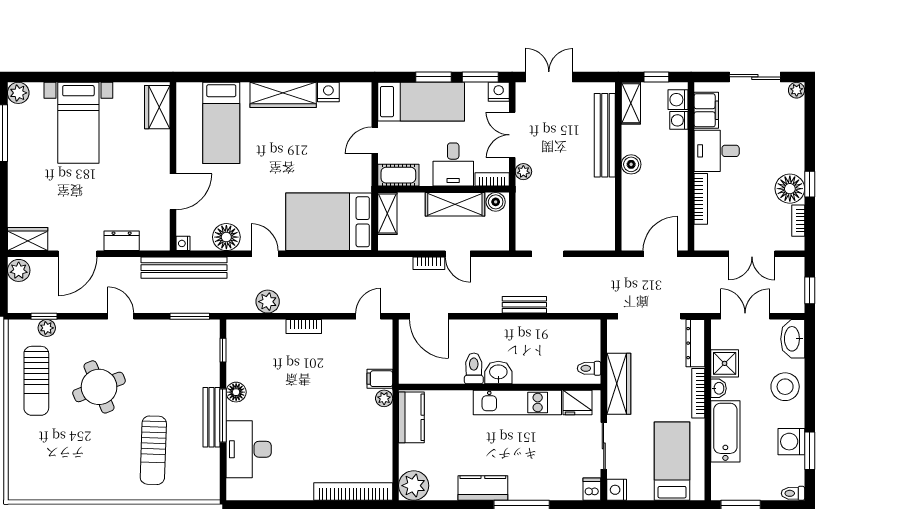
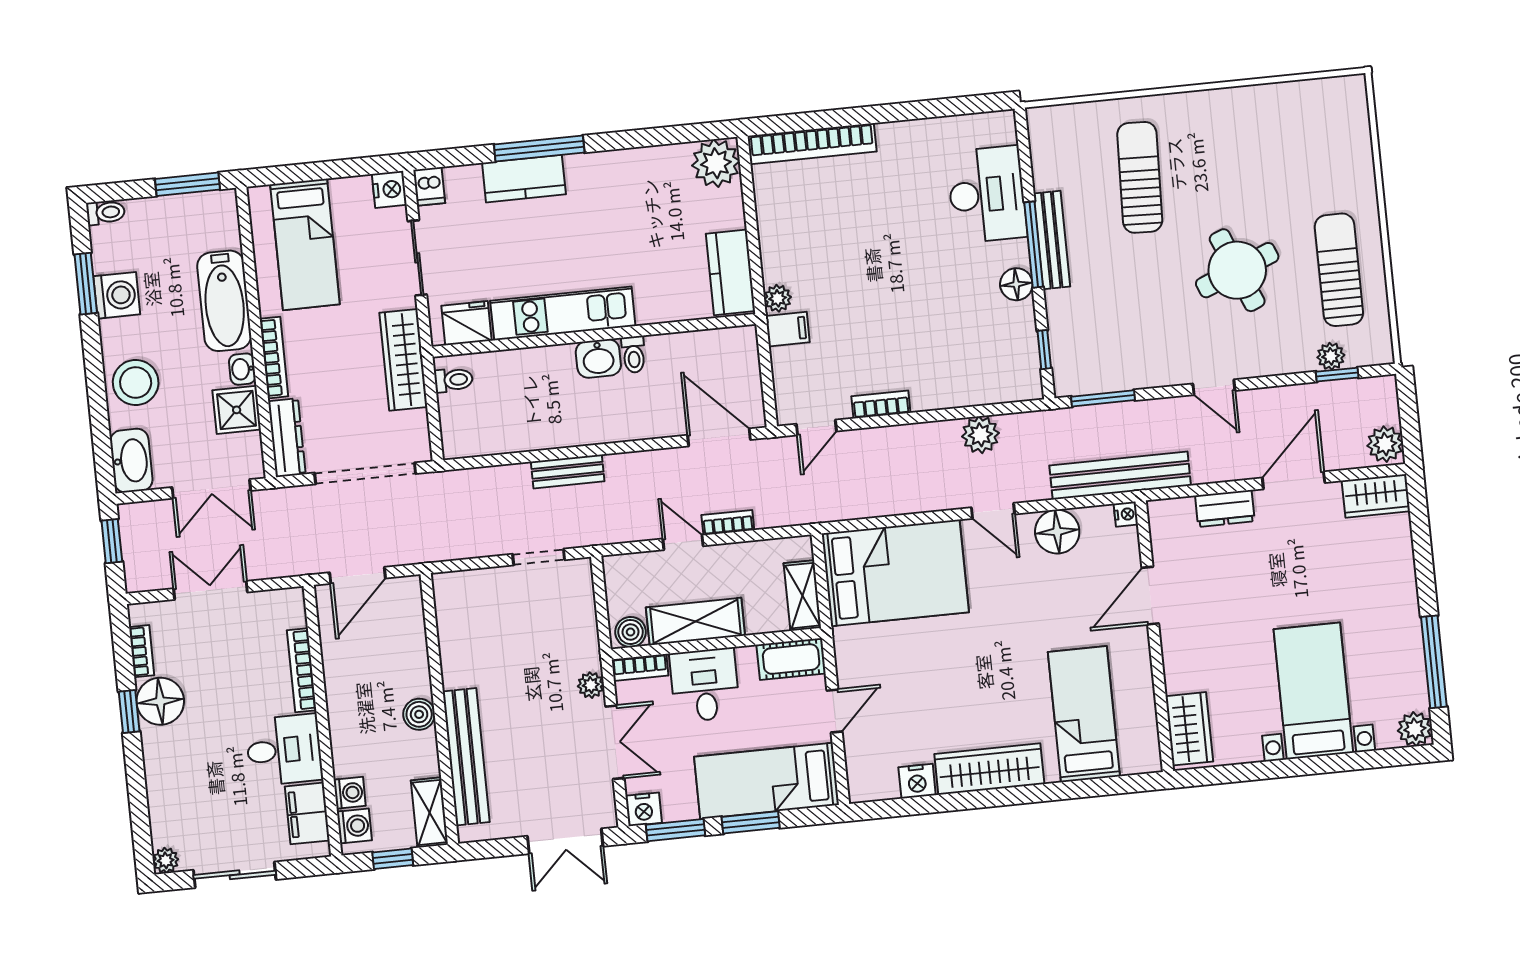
bookcase: (304, 326) -> (881, 404), moved
toilet: (474, 368) -> (634, 354), width x0.73, depth x0.72
kitchen counter: (483, 488) -> (524, 179), moved

